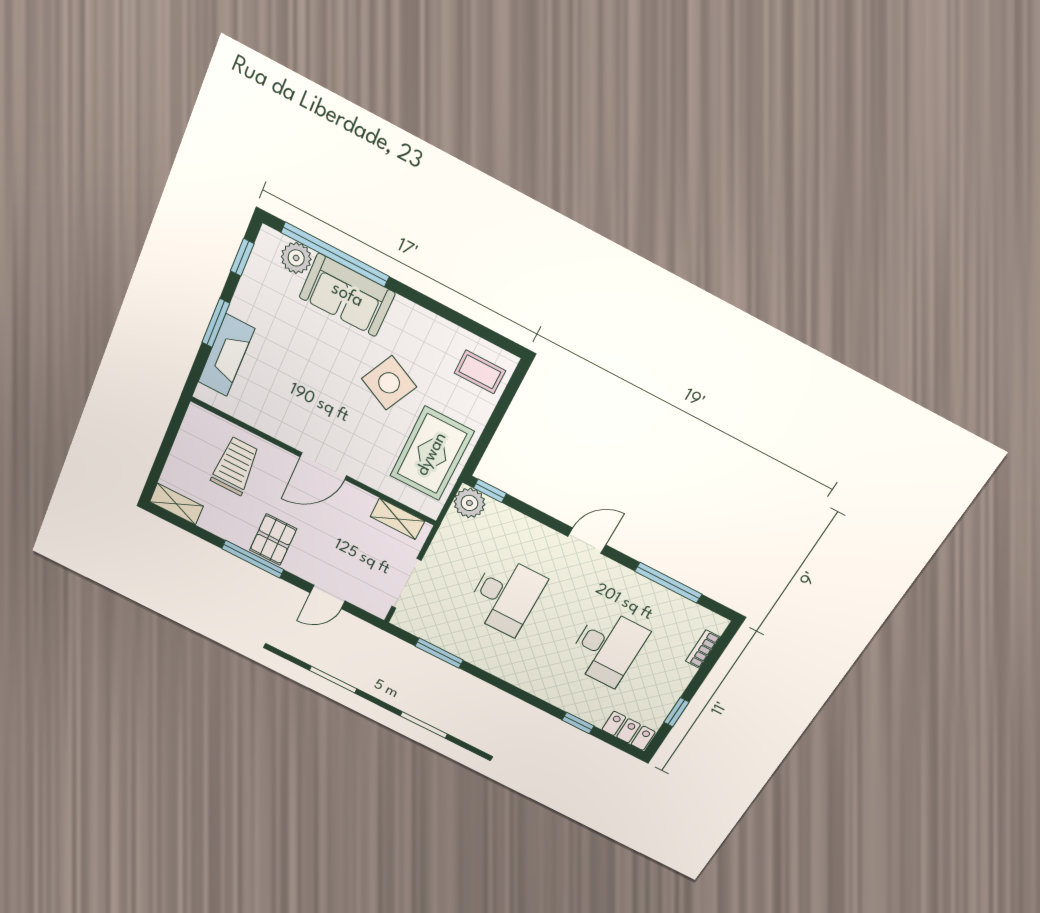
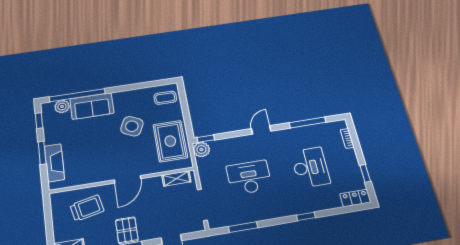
trolley: (235, 466) -> (87, 208), turned 78
desk: (506, 596) -> (249, 177), turned -90
window: (578, 723) -> (306, 216), moved

